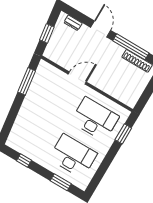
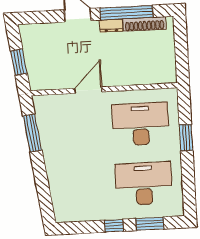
dresser: (73, 23) -> (111, 26), moved
window: (123, 134) -> (186, 138), moved
window: (24, 161) -> (114, 226), moved

